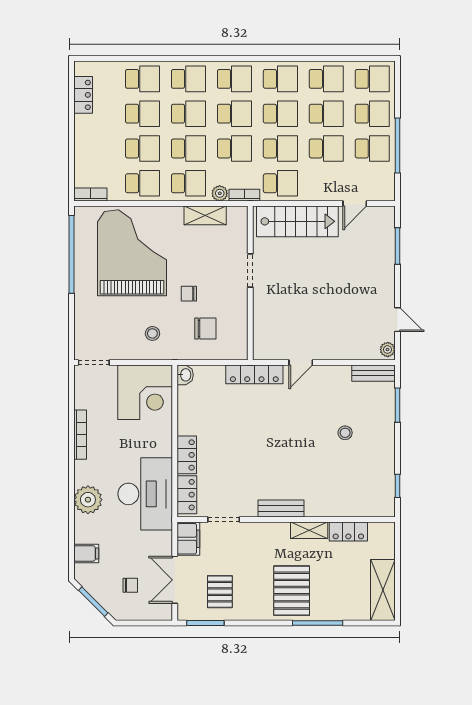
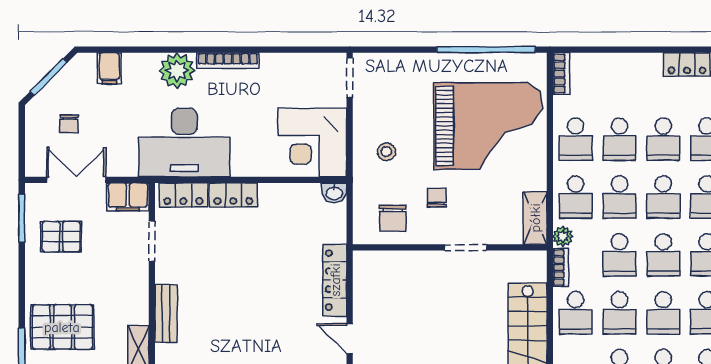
doorway: (250, 271) -> (466, 247), moved
wall: (250, 283) -> (450, 247), moved
bookcase: (80, 435) -> (228, 61), moved

